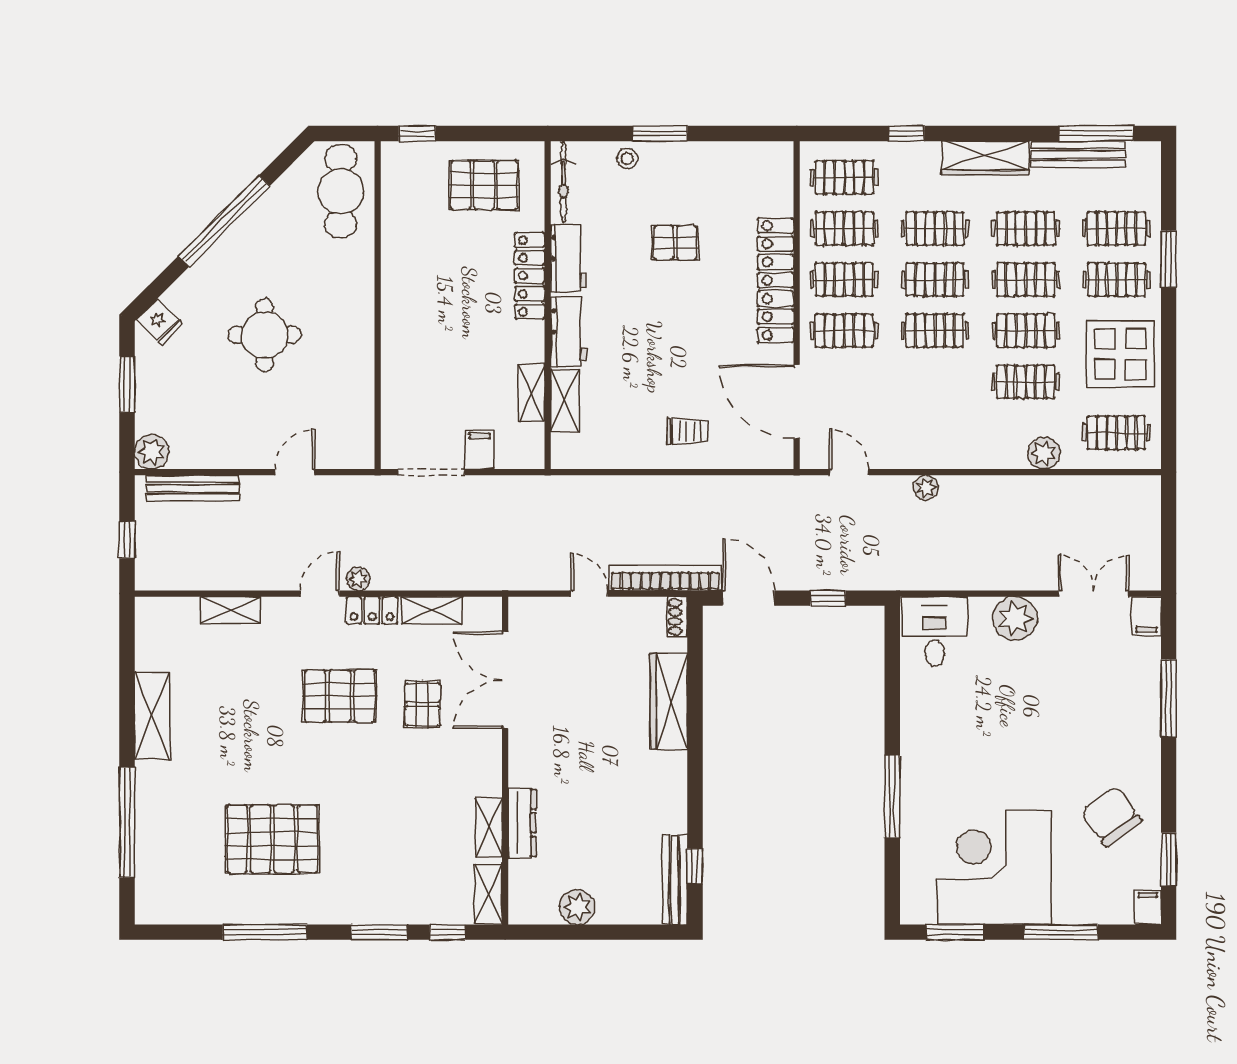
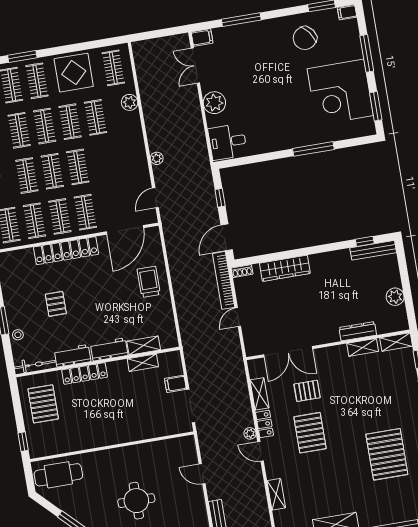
trolley: (687, 431) -> (149, 282), width x1.36, depth x1.39

